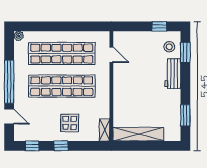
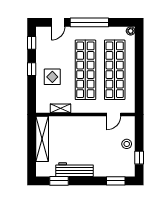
stool: (169, 47) -> (127, 144), moved
workbench: (173, 74) -> (75, 170), moved, width x1.38
shelving: (105, 130) -> (60, 108), moved

